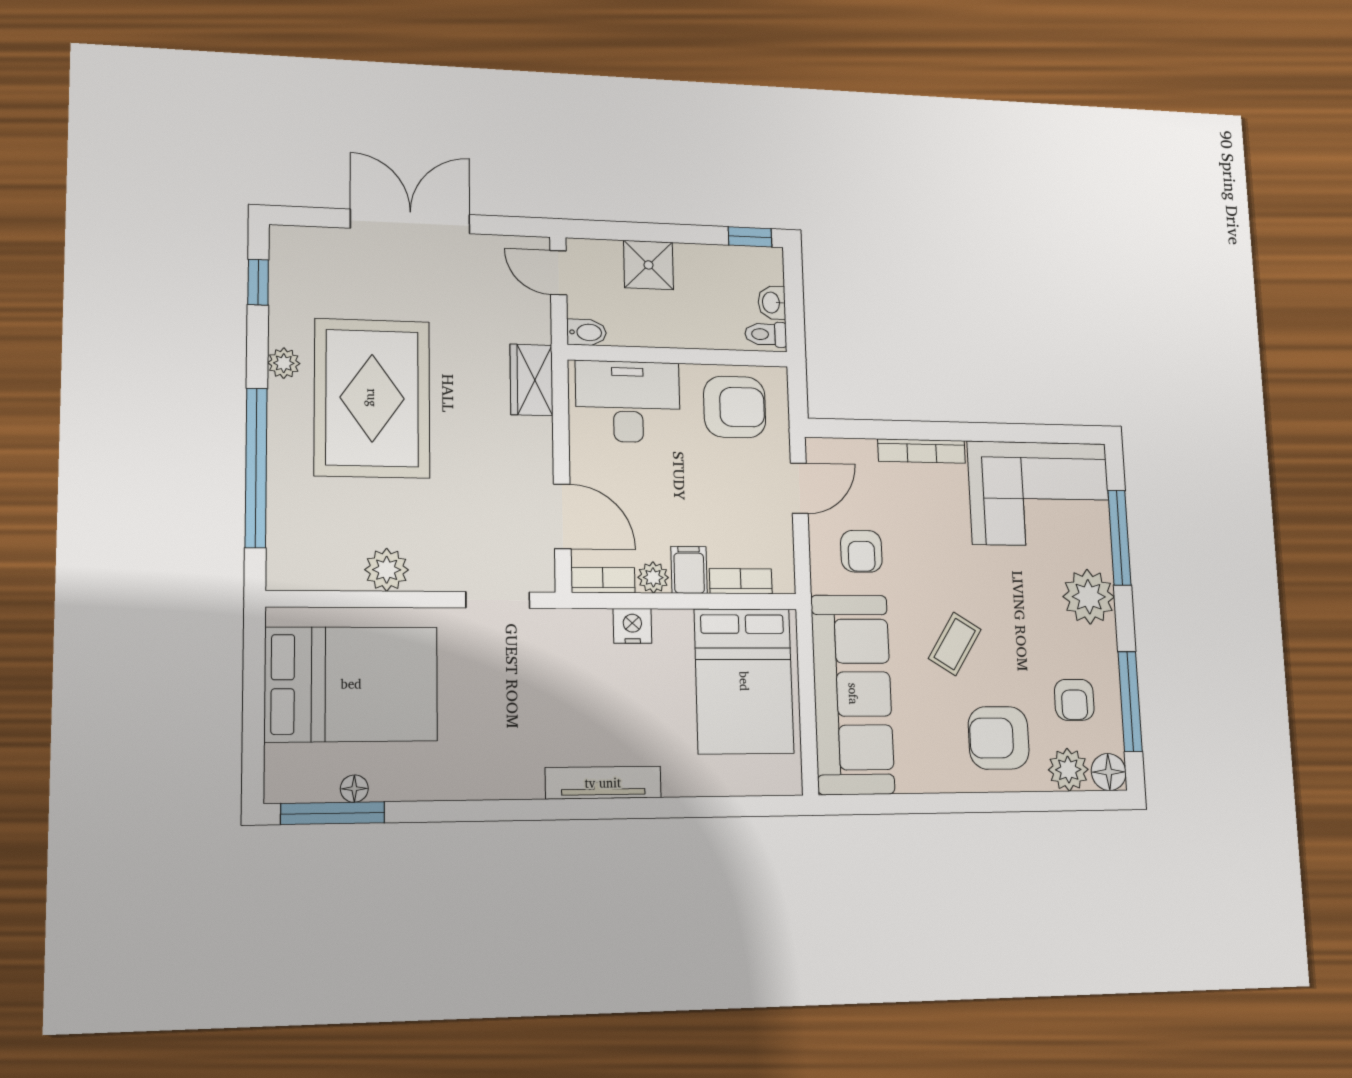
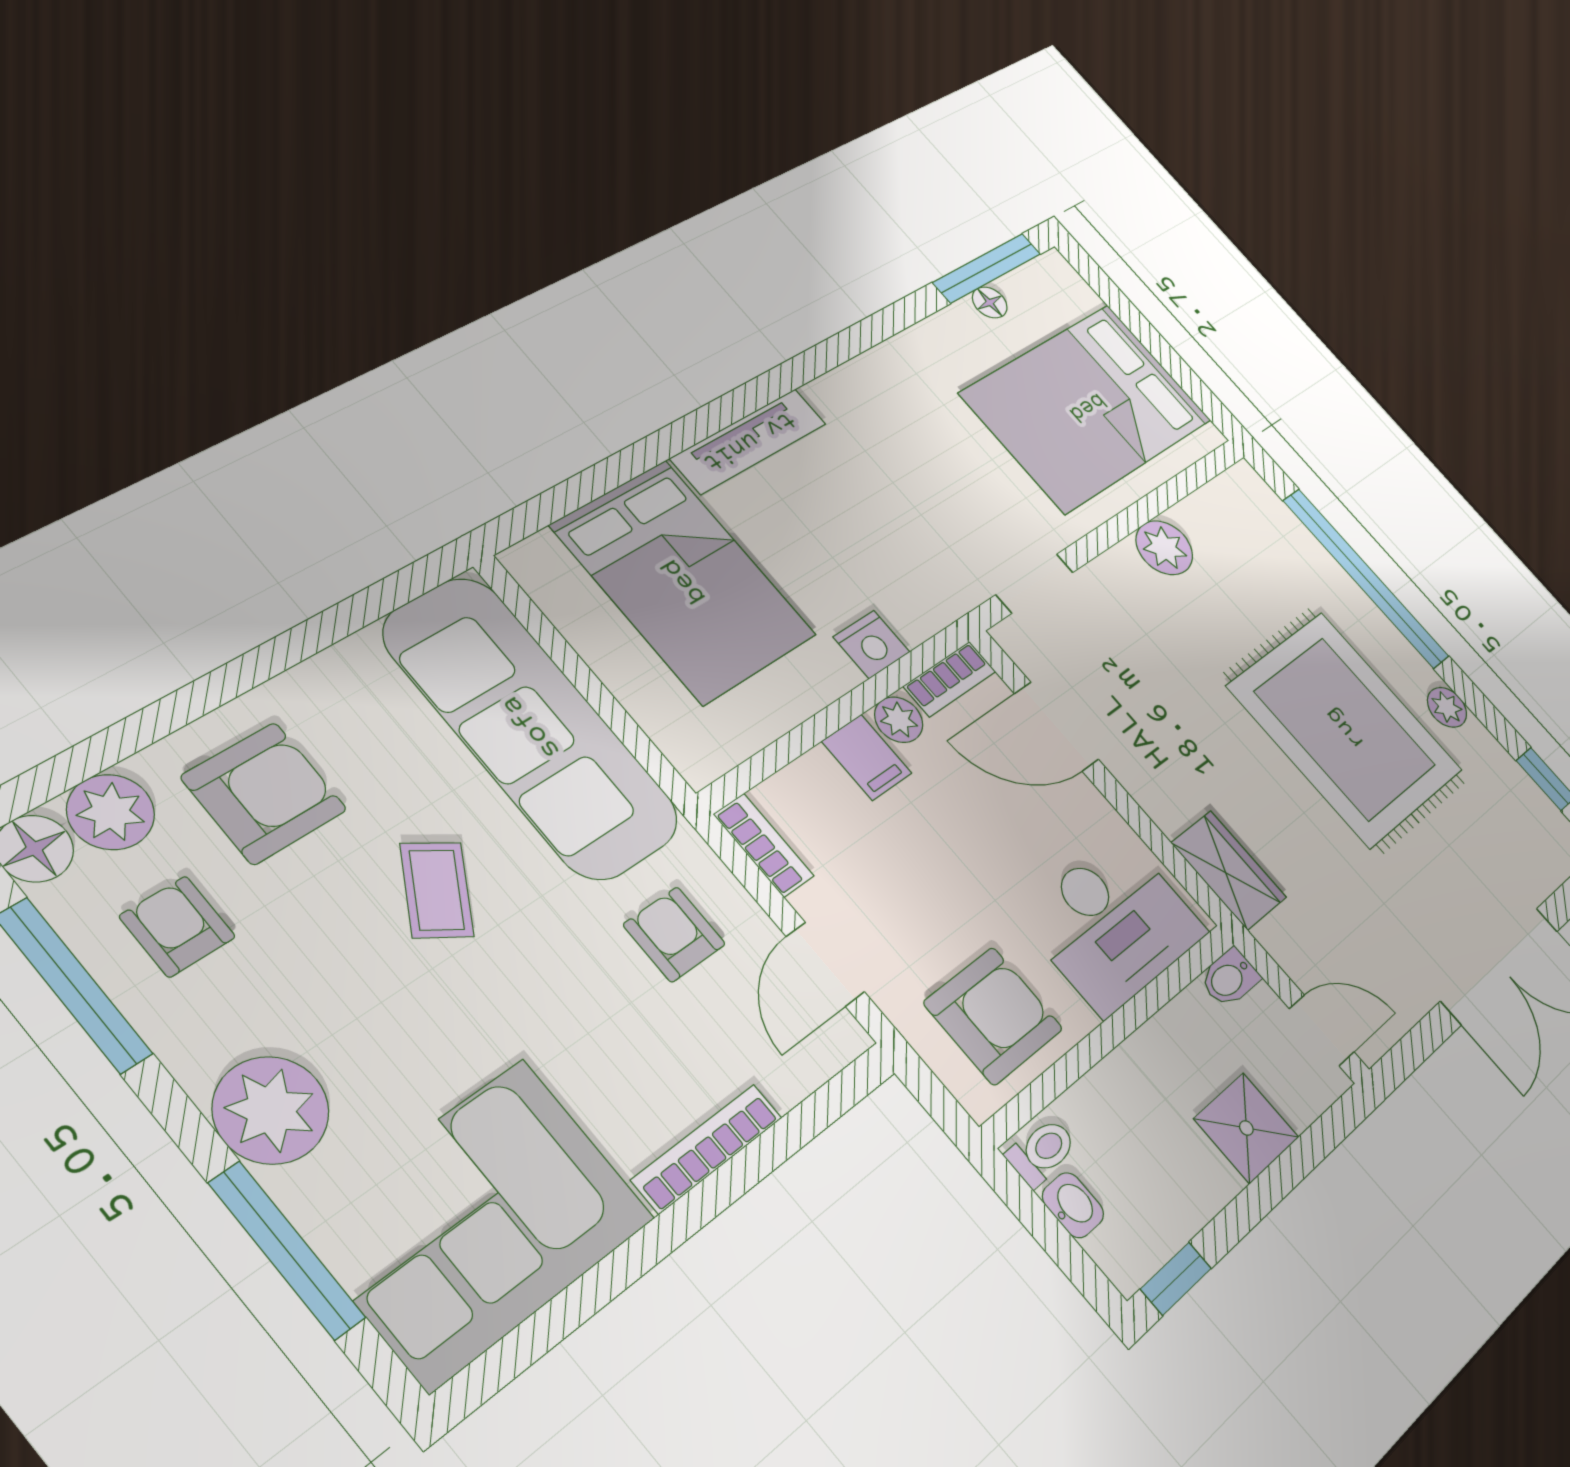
armchair: (735, 407) -> (993, 1016), turned 180
bookcase: (741, 581) -> (764, 845), moved, turned -90
bed: (744, 681) -> (684, 581), moved, turned 180

